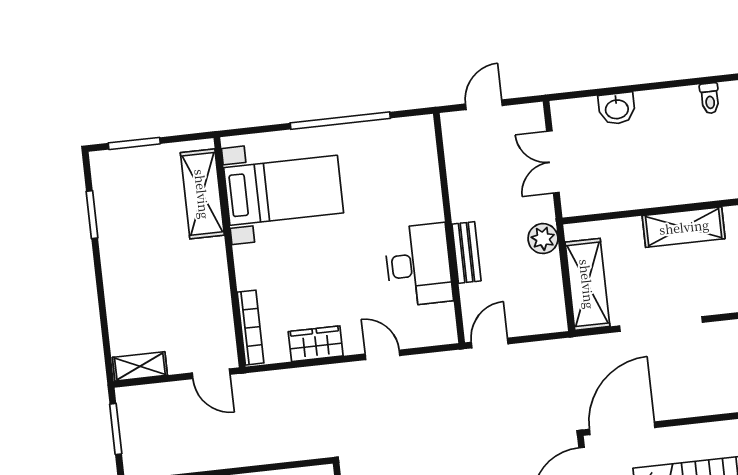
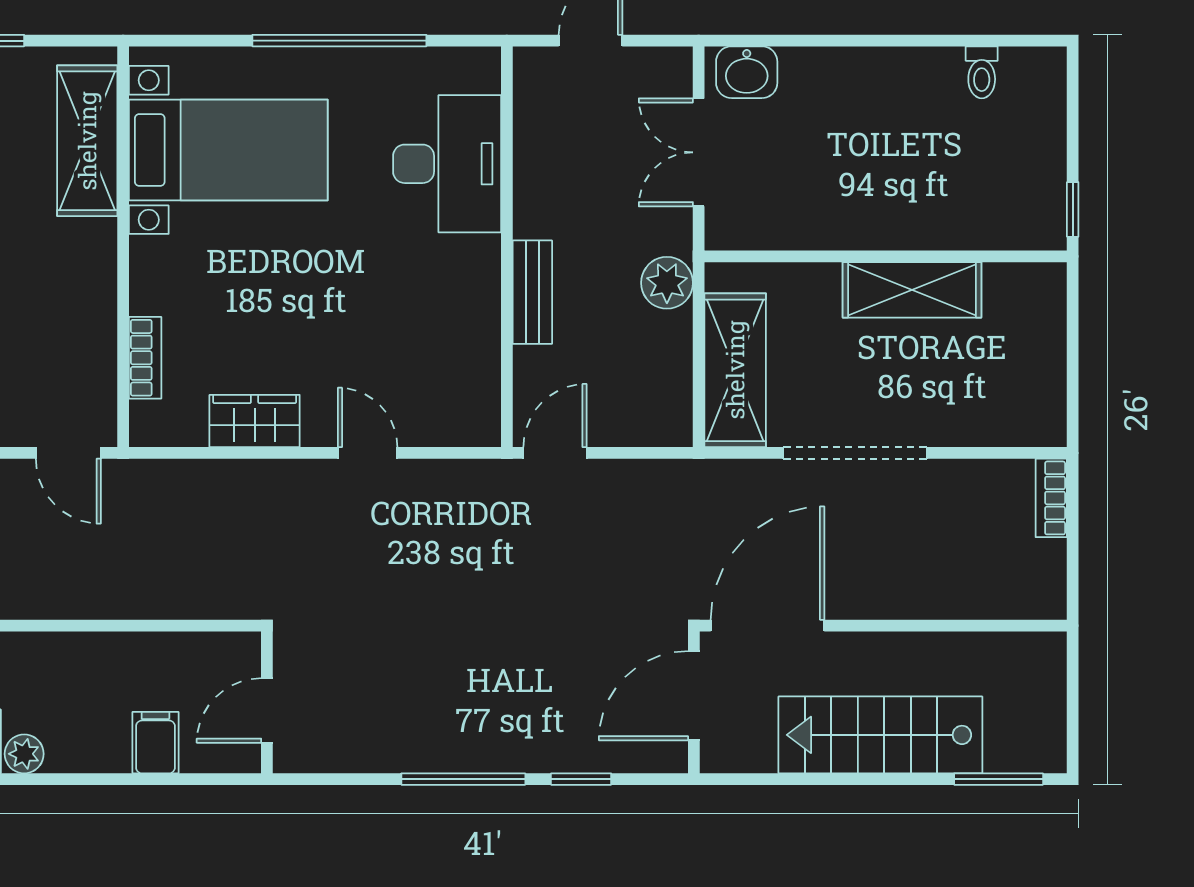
washbasin: (617, 108) -> (747, 72), moved
desk: (418, 265) -> (447, 164), moved
bookcase: (251, 328) -> (145, 358), width x0.64

